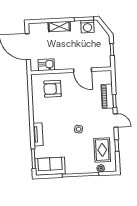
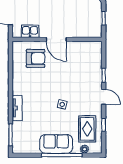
door: (82, 70) -> (56, 39), moved
armchair: (52, 89) -> (36, 58), turned 180
piano: (107, 96) -> (96, 70), removed
sofa: (50, 166) -> (56, 144), moved

